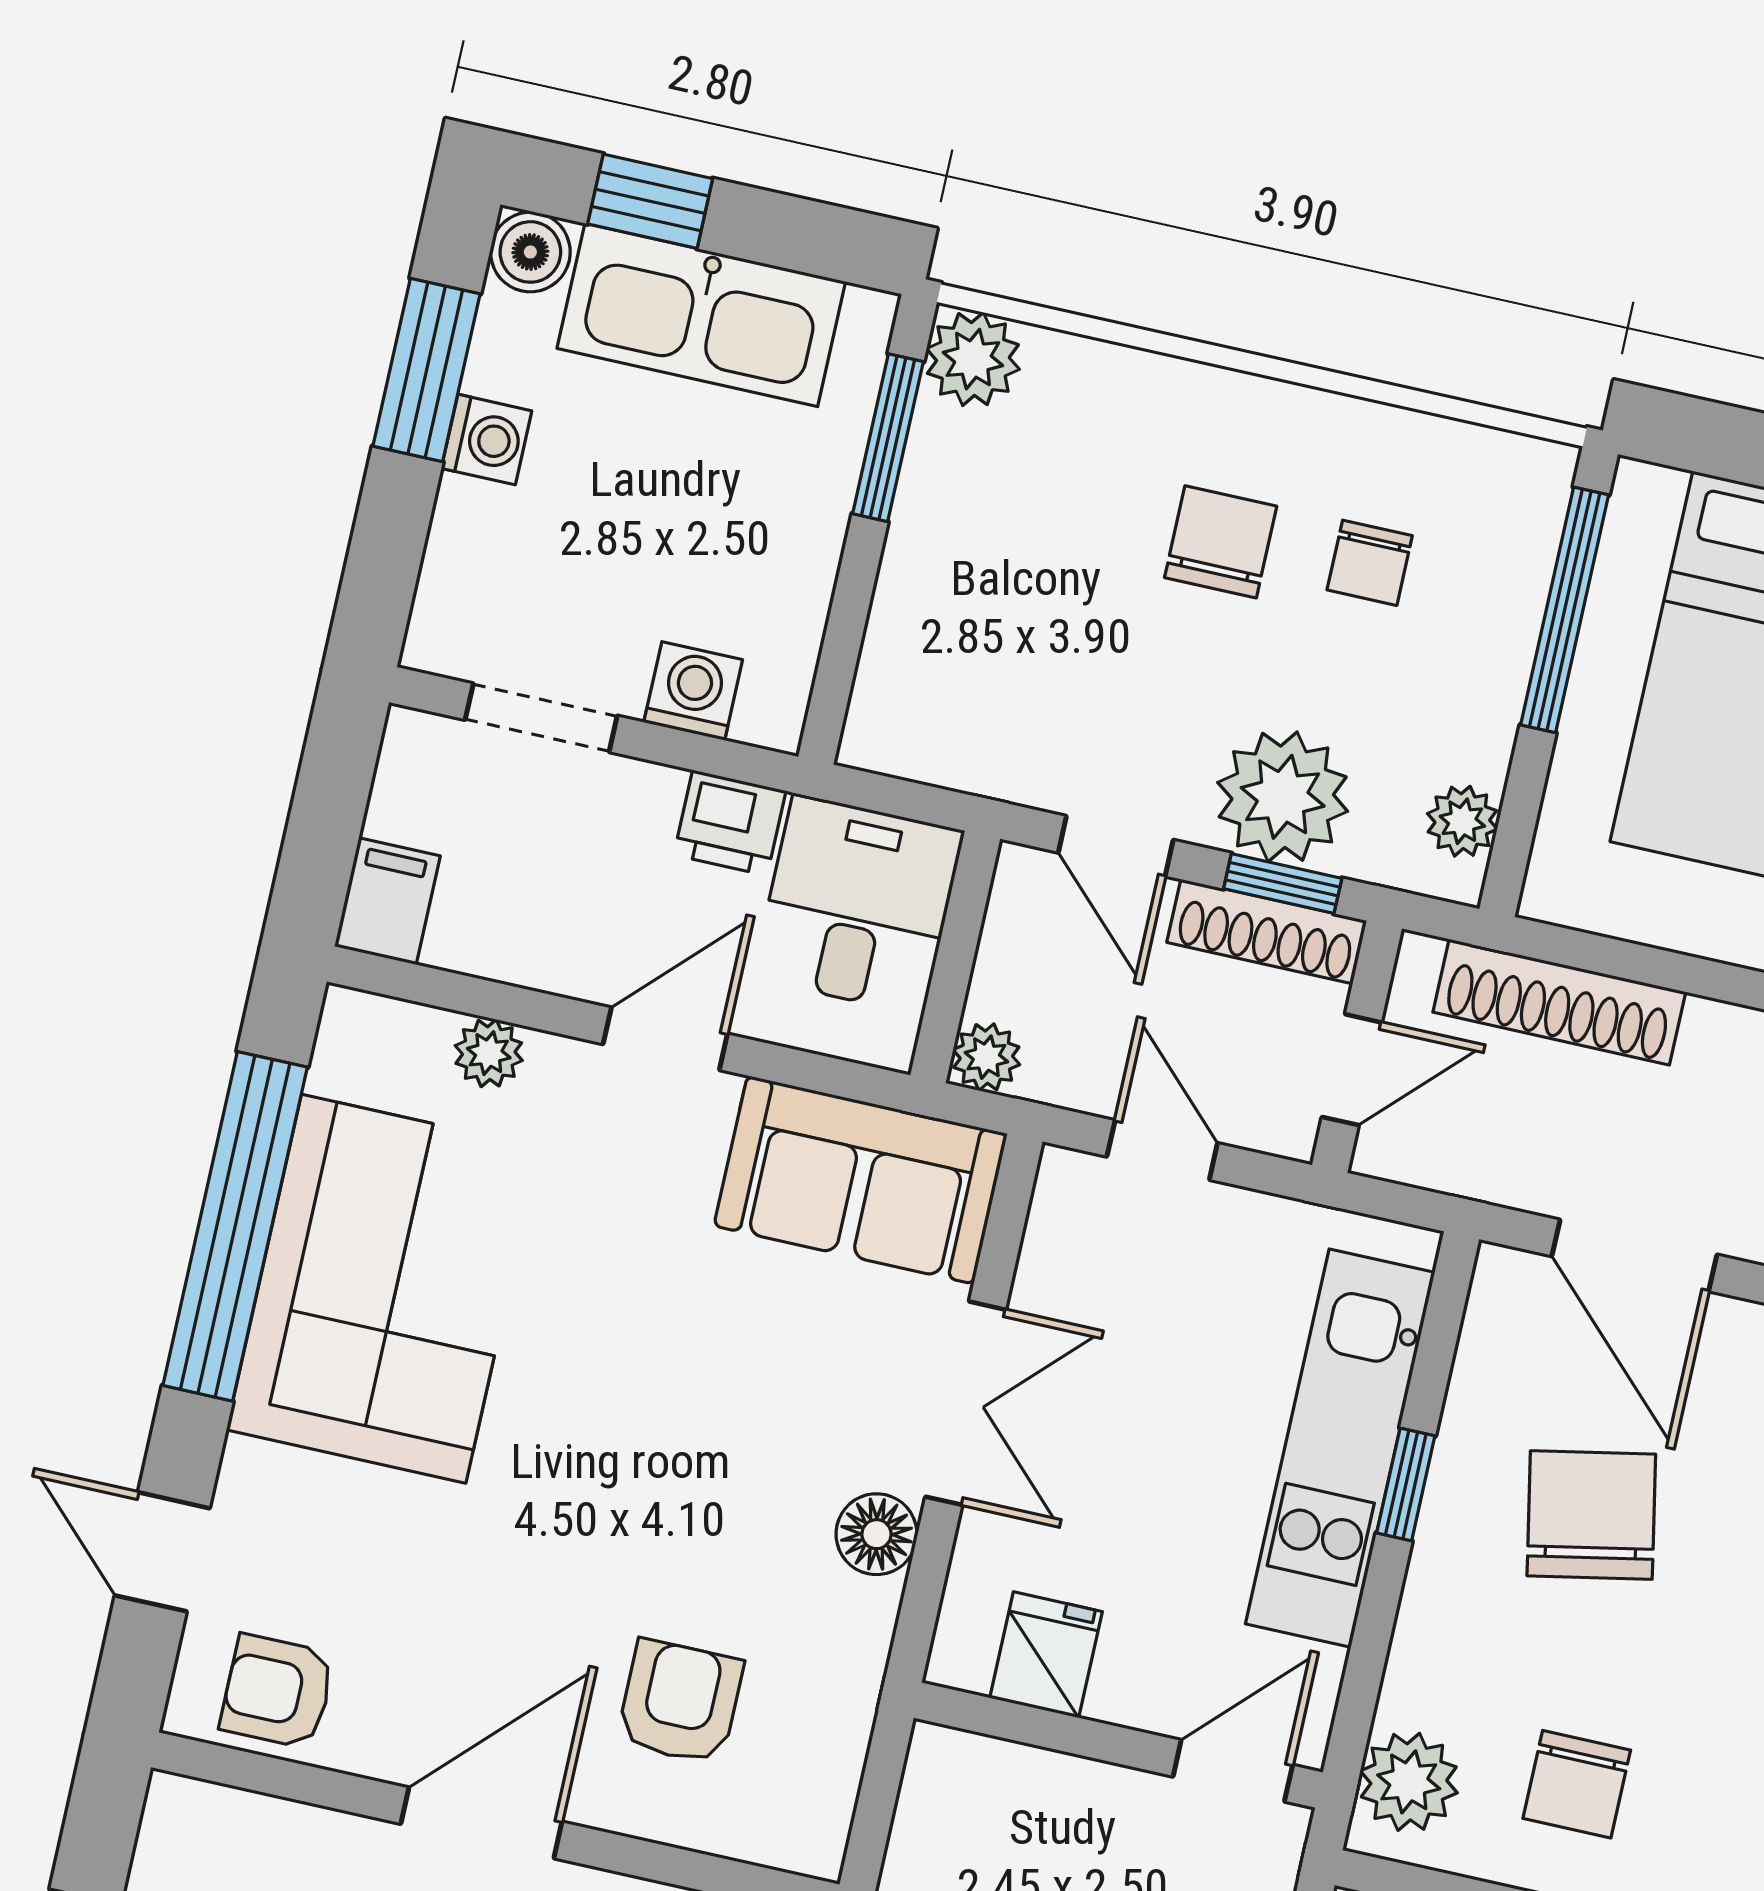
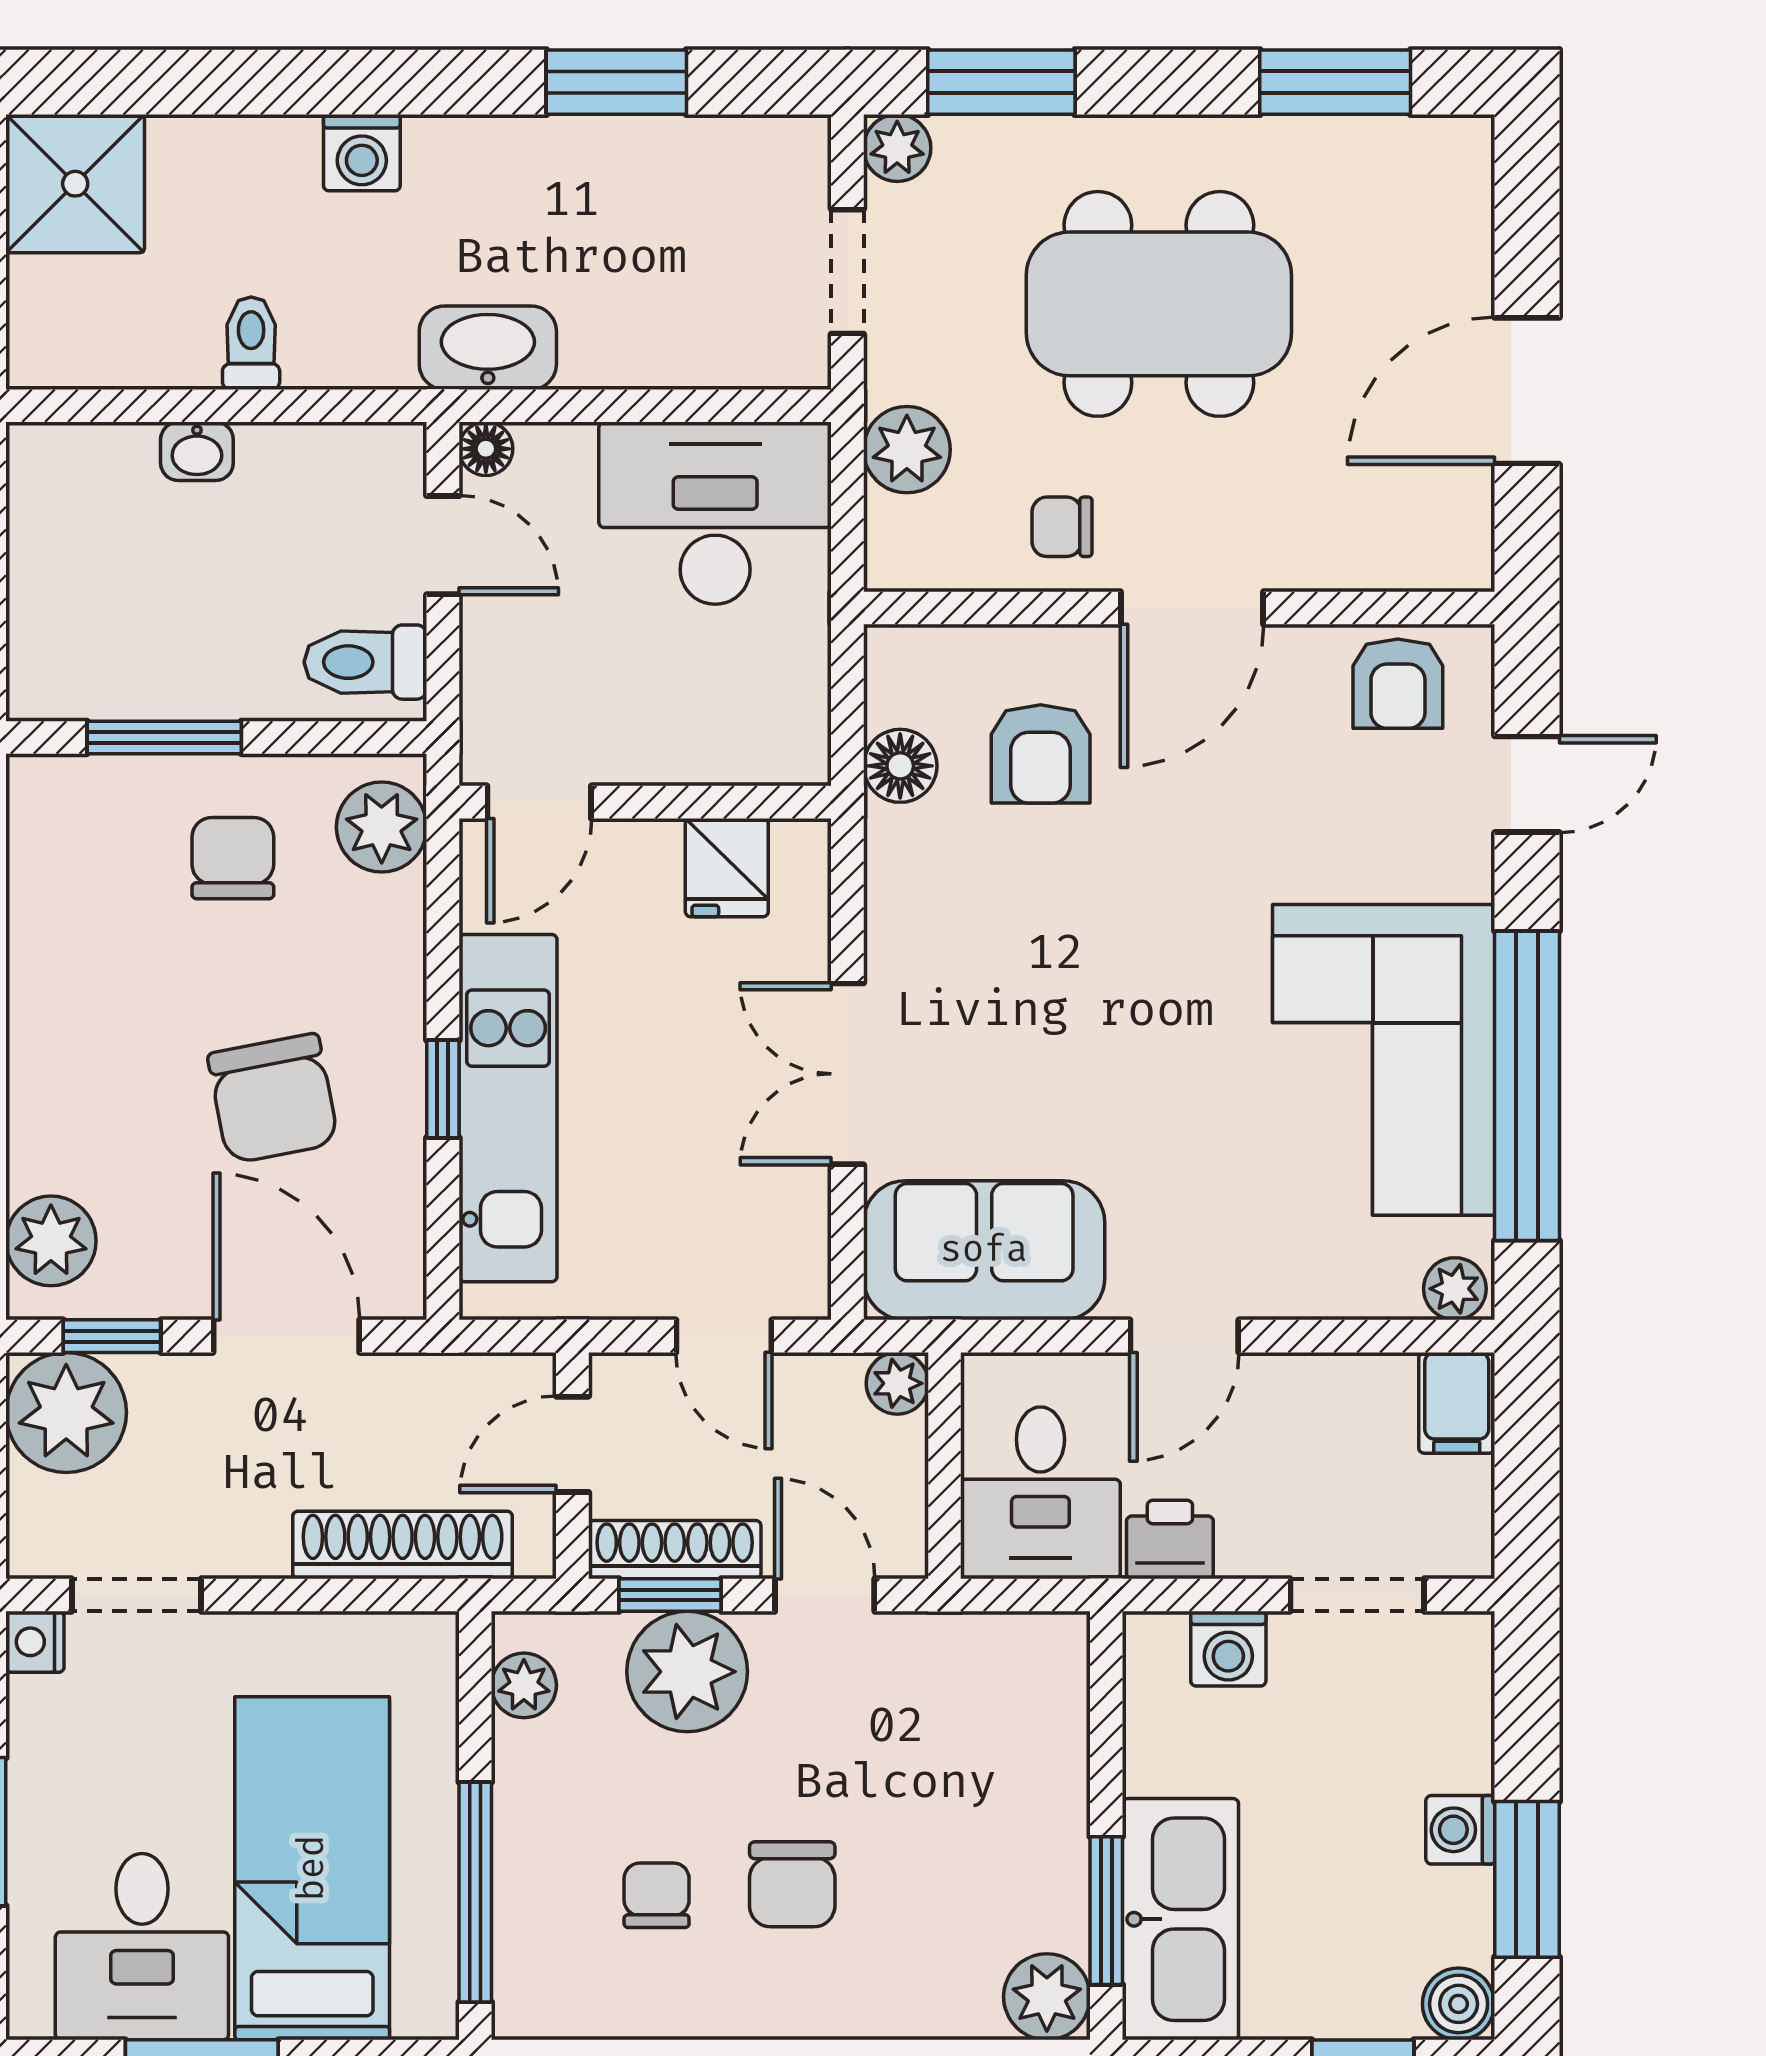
kitchen sink: (701, 315) -> (1180, 1919), moved, turned 90
plant: (489, 1053) -> (1455, 1289), moved
floor lamp: (876, 1534) -> (900, 766), moved
door: (162, 1552) -> (1527, 784), hinge flipped
armchair: (277, 1691) -> (1398, 684), turned 90

